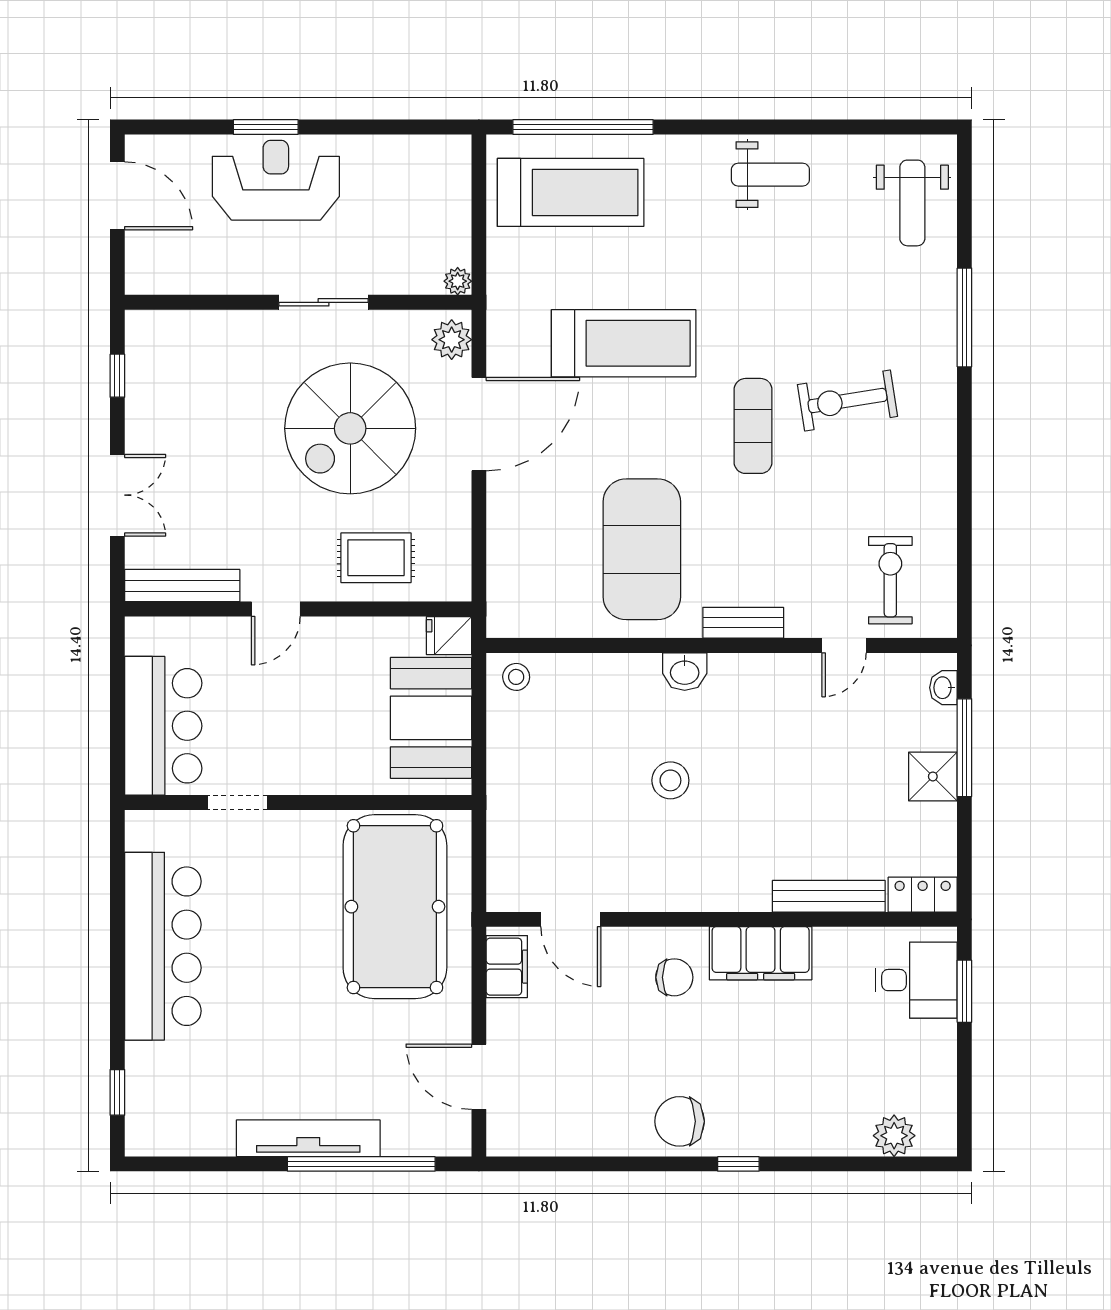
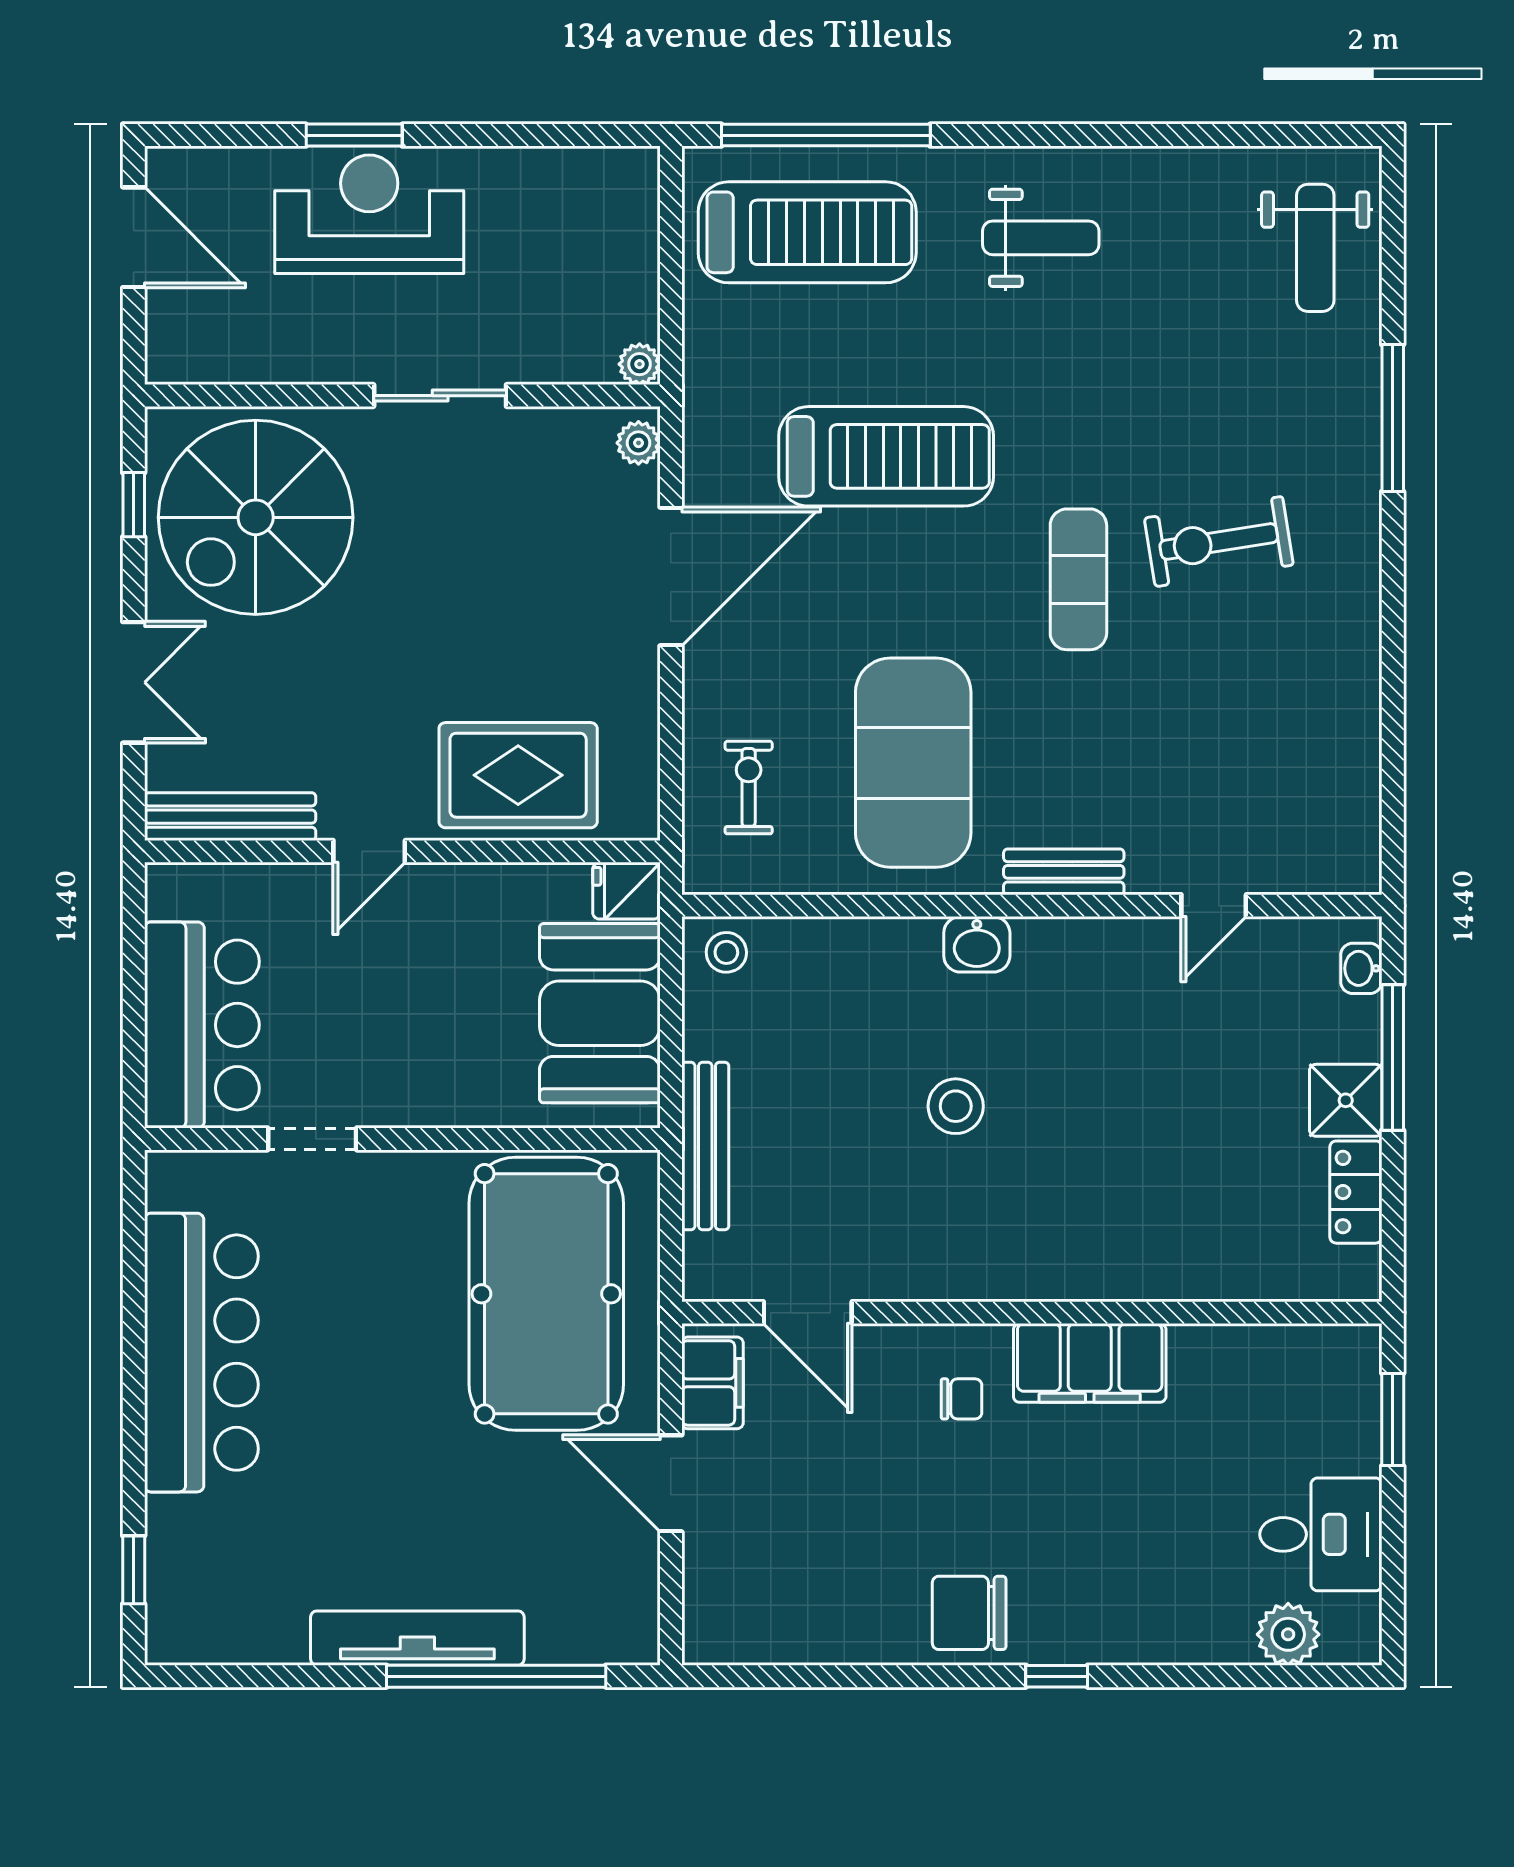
weight bench: (770, 175) -> (1041, 238), moved
plant: (452, 340) -> (638, 443), width x0.73, depth x0.73
spiral stairs: (350, 428) -> (256, 517), moved
rug: (376, 558) -> (518, 775), width x1.36, depth x1.43
exercise bike: (890, 580) -> (749, 787), moved, width x0.73, depth x0.72
locker: (923, 895) -> (1356, 1192), moved, turned -90
bench: (829, 896) -> (705, 1146), moved, turned 90
chair: (674, 977) -> (961, 1399), width x0.73, depth x0.73
desk: (916, 980) -> (1321, 1534), moved
door: (479, 1077) -> (671, 1483), moved

